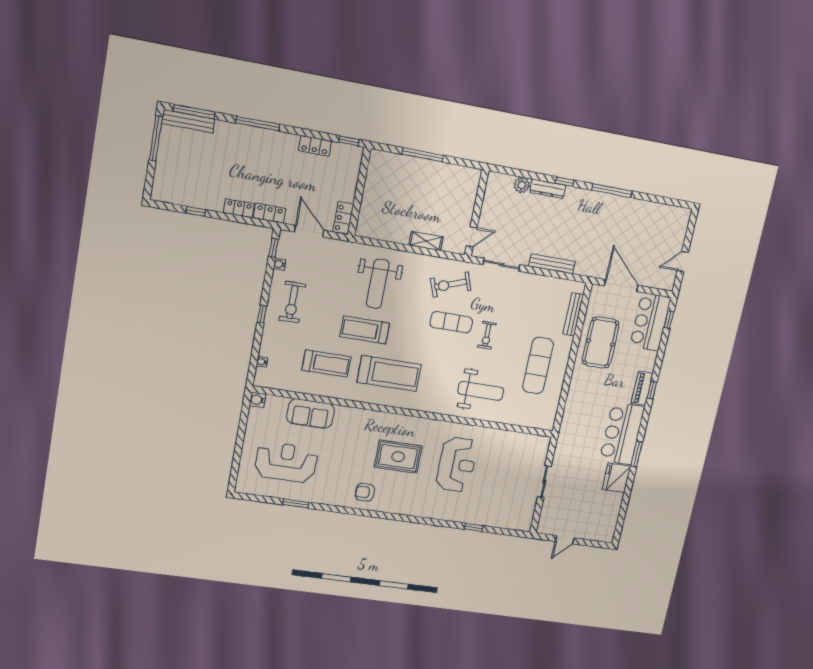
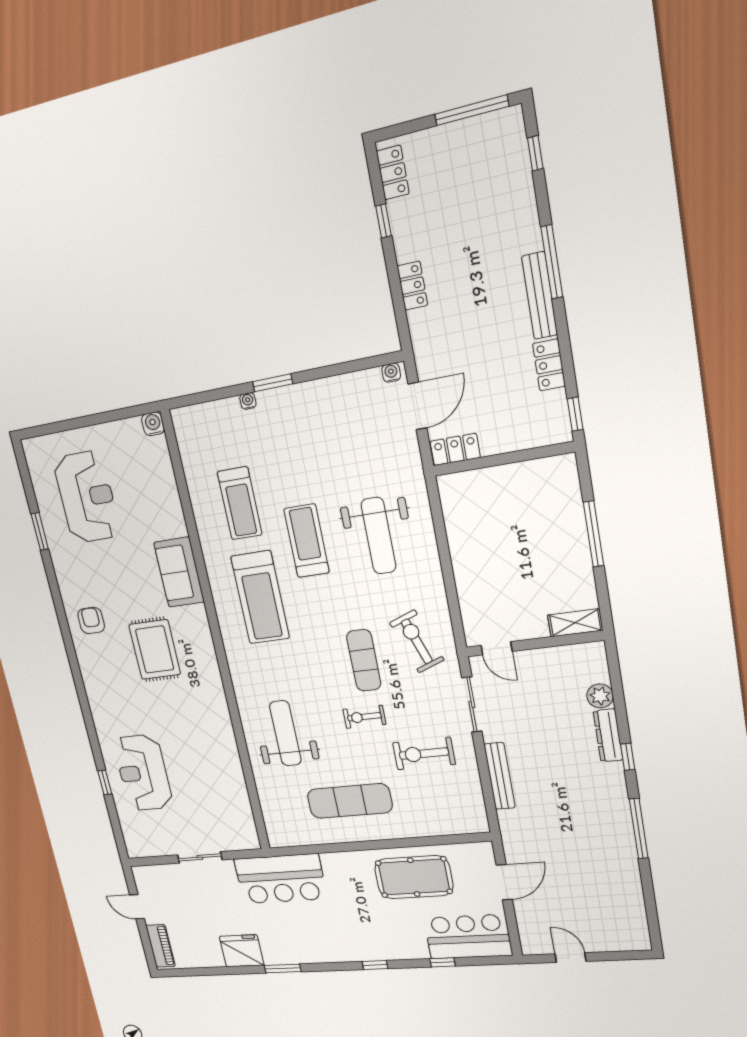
window: (194, 112) -> (535, 153), width x0.46
bench: (188, 121) -> (540, 296), moved
locker: (270, 213) -> (393, 173), moved
shelving: (426, 241) -> (575, 623), moved, turned 90
window: (274, 248) -> (374, 362), removed
water cooler: (280, 264) -> (391, 373), moved
weight bench: (378, 284) -> (379, 536), turned -90
door: (621, 286) -> (504, 882), width x0.73
exercise bike: (292, 302) -> (424, 754), moved
window: (262, 314) -> (273, 383), width x1.50
bench: (573, 314) -> (439, 828), removed
window: (669, 320) -> (443, 962), moved
water cooler: (262, 362) -> (248, 401), moved
piano: (642, 388) -> (160, 946), moved, turned 90
weight bench: (481, 391) -> (285, 733), turned 180
sofa: (311, 414) -> (179, 572), moved
bar counter: (622, 434) -> (280, 879), moved, turned 180
reception desk: (457, 465) -> (143, 773), moved, turned 90

